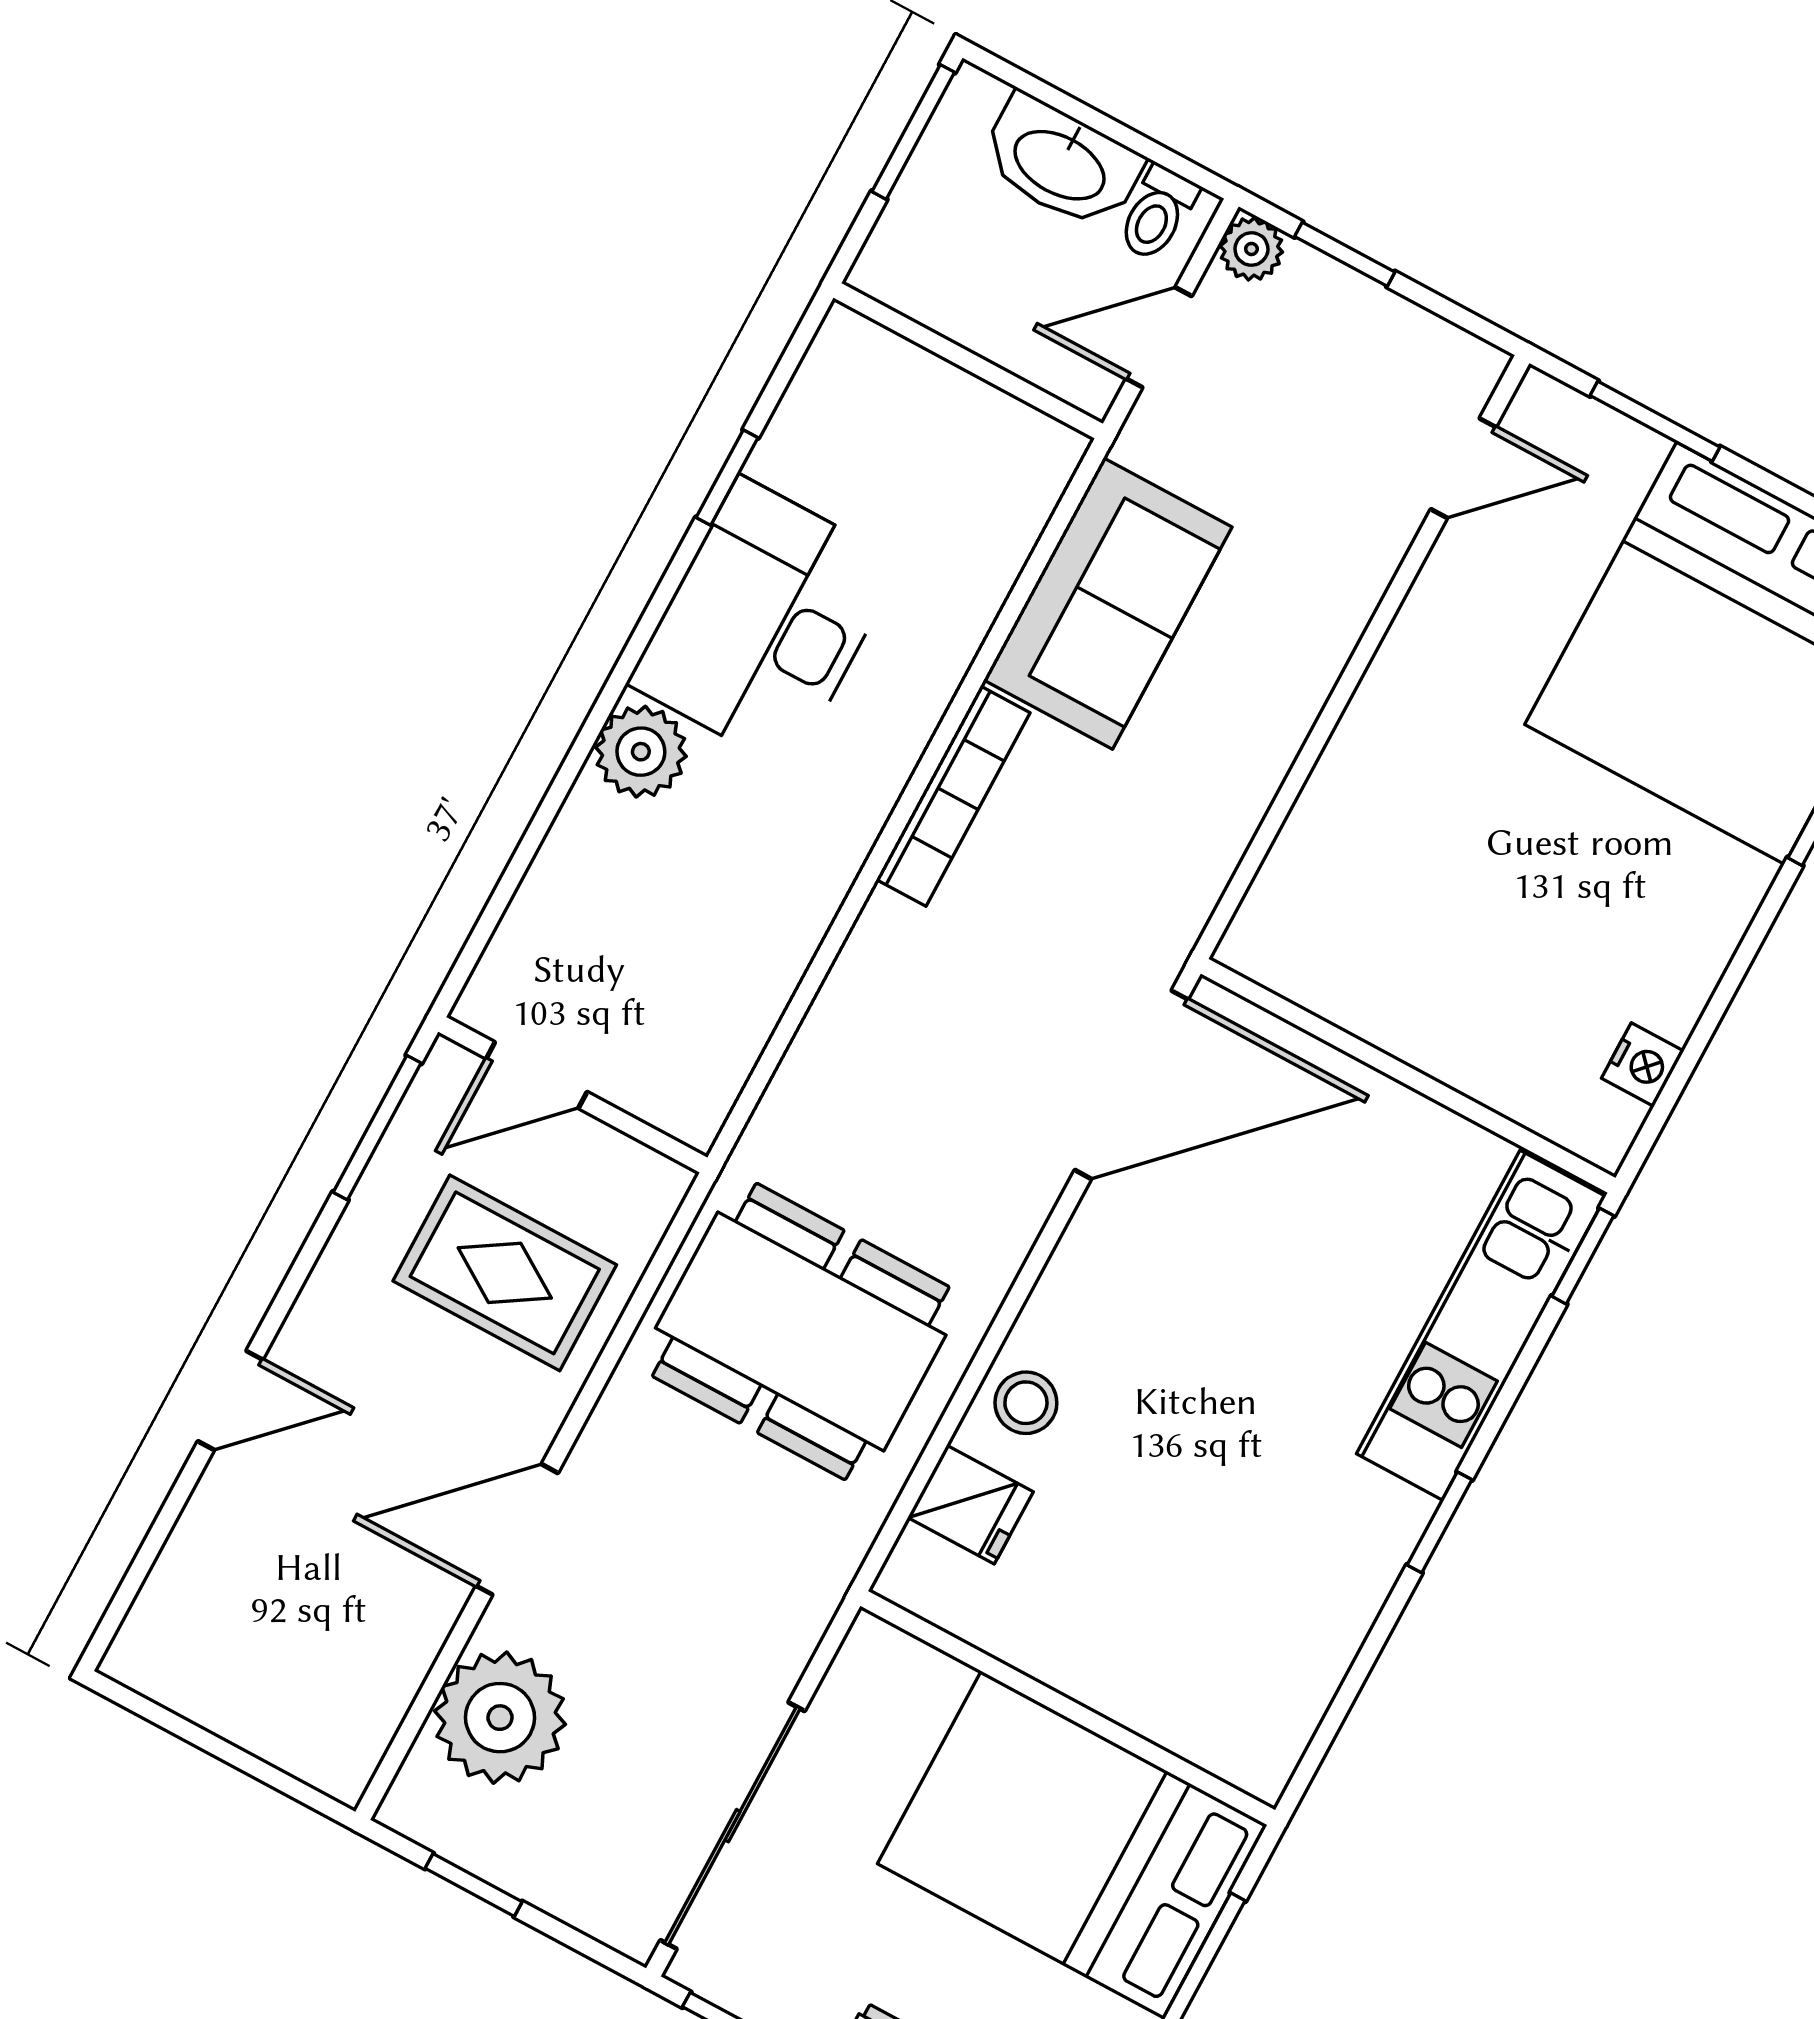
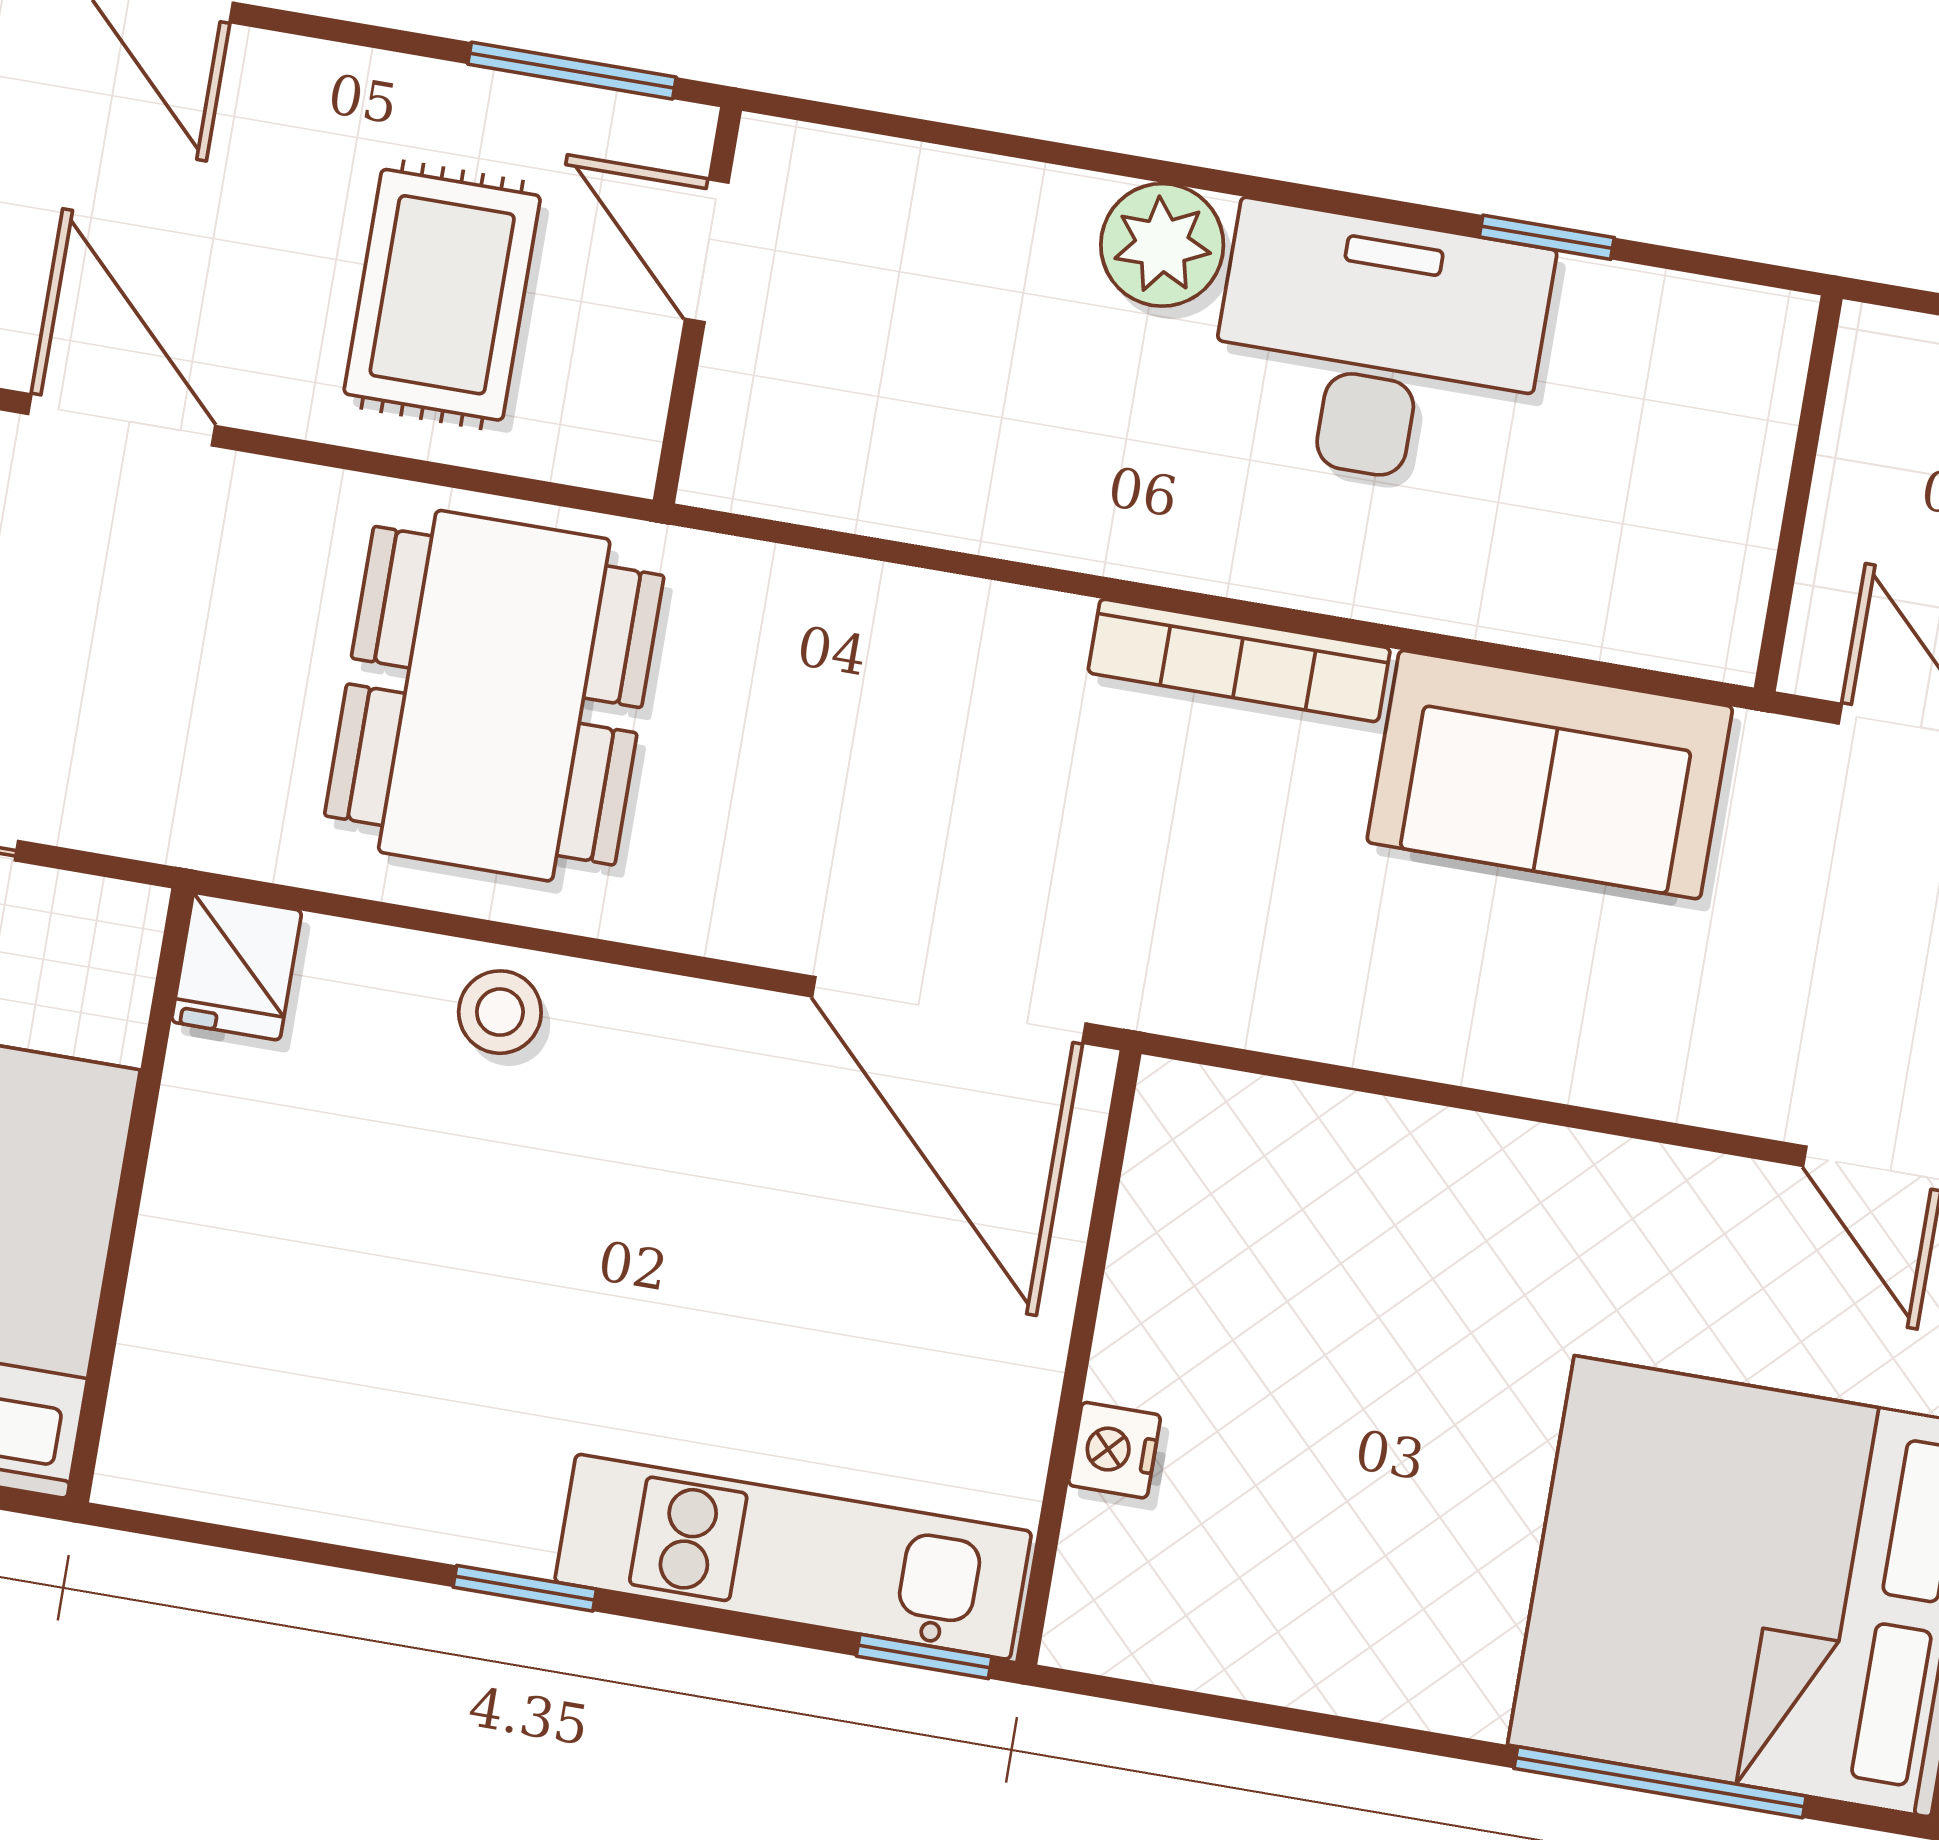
nightstand: (1643, 1065) -> (1114, 1450), moved, turned 90
fridge: (971, 1505) -> (237, 966), moved

